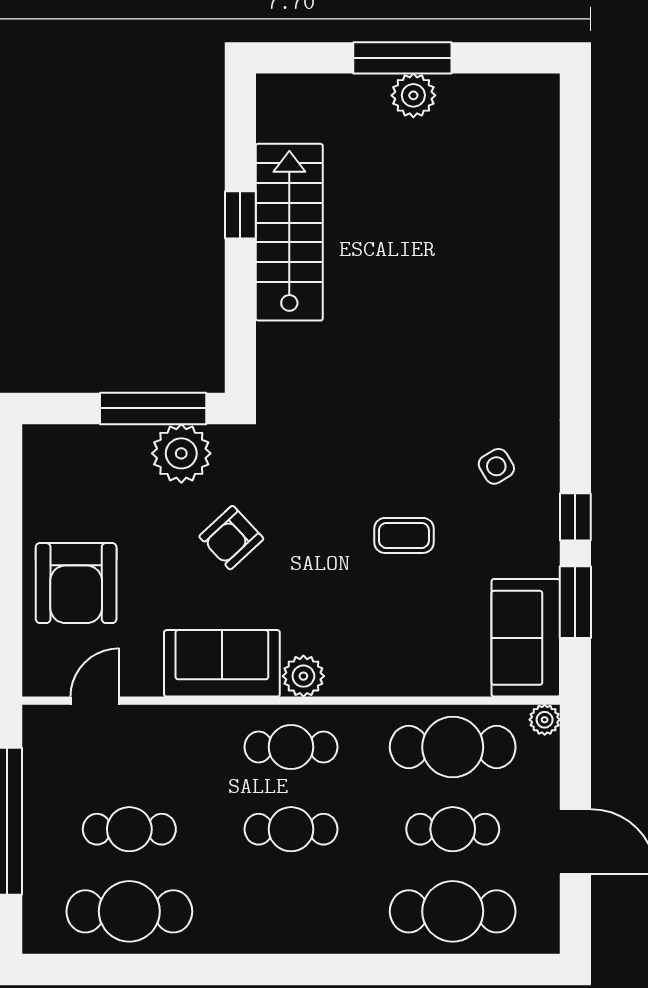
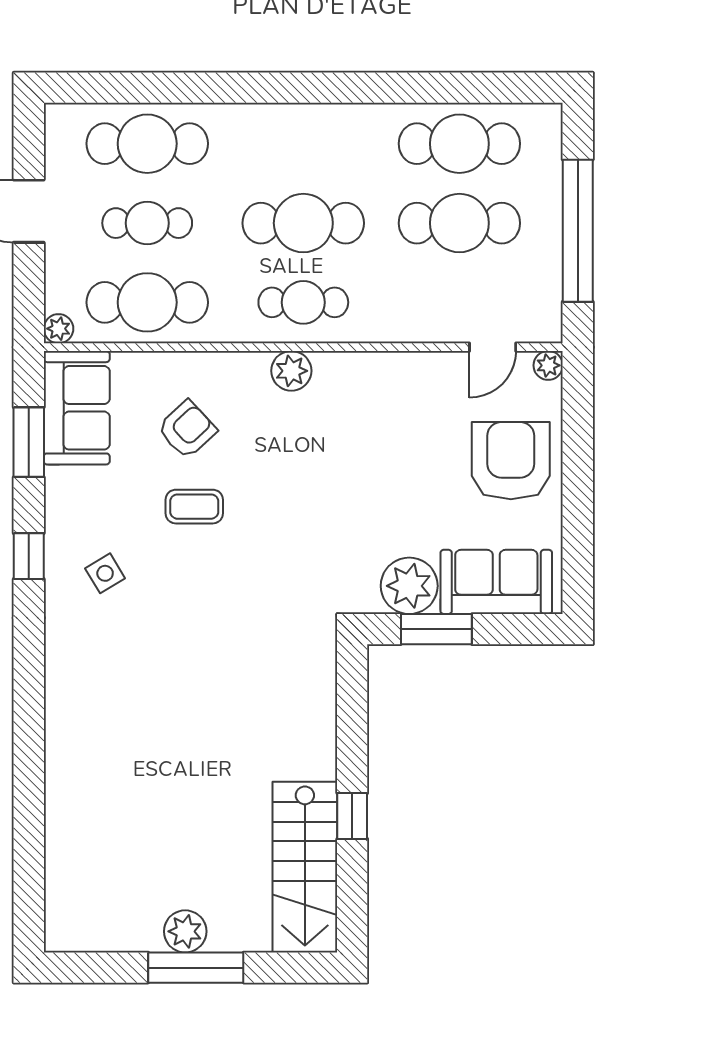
stairs: (289, 232) -> (305, 867), moved
window: (153, 408) -> (436, 629), width x0.69
window: (575, 517) -> (29, 556), moved
armchair: (231, 538) -> (187, 429), moved
sofa: (222, 663) -> (496, 582), moved, turned 180
plant: (37, 682) -> (548, 365), added
cafe table: (129, 829) -> (459, 223), width x1.37, depth x1.35
cafe table: (291, 829) -> (303, 223), width x1.37, depth x1.35

